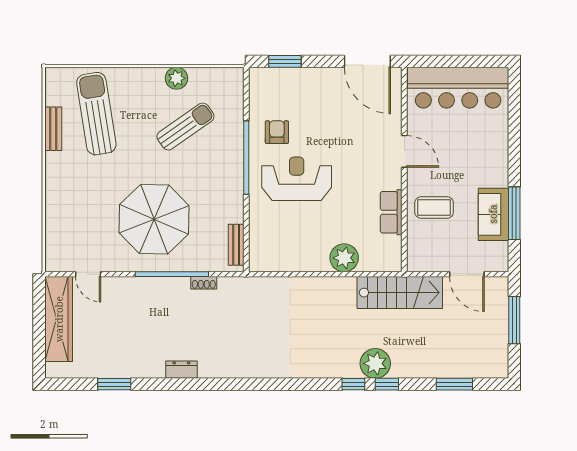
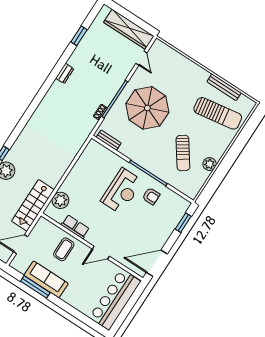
bench: (53, 129) -> (224, 87), width x1.36
sofa: (493, 214) -> (46, 279), width x1.36
plant: (344, 258) -> (60, 200), moved
door: (88, 274) -> (141, 58), swing flipped

